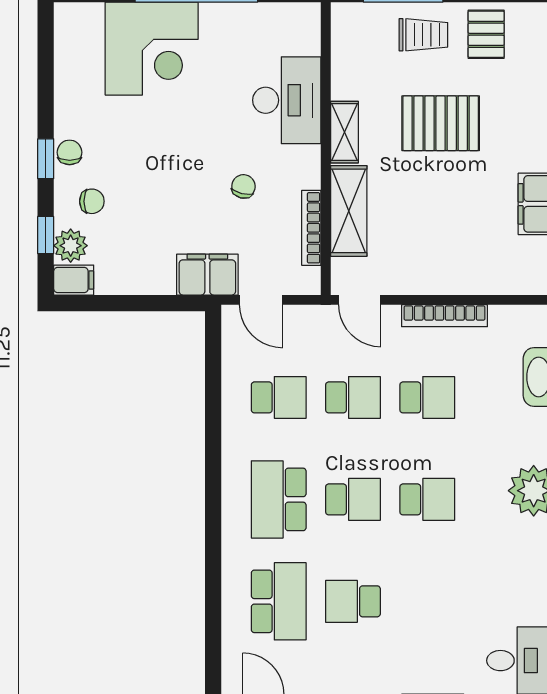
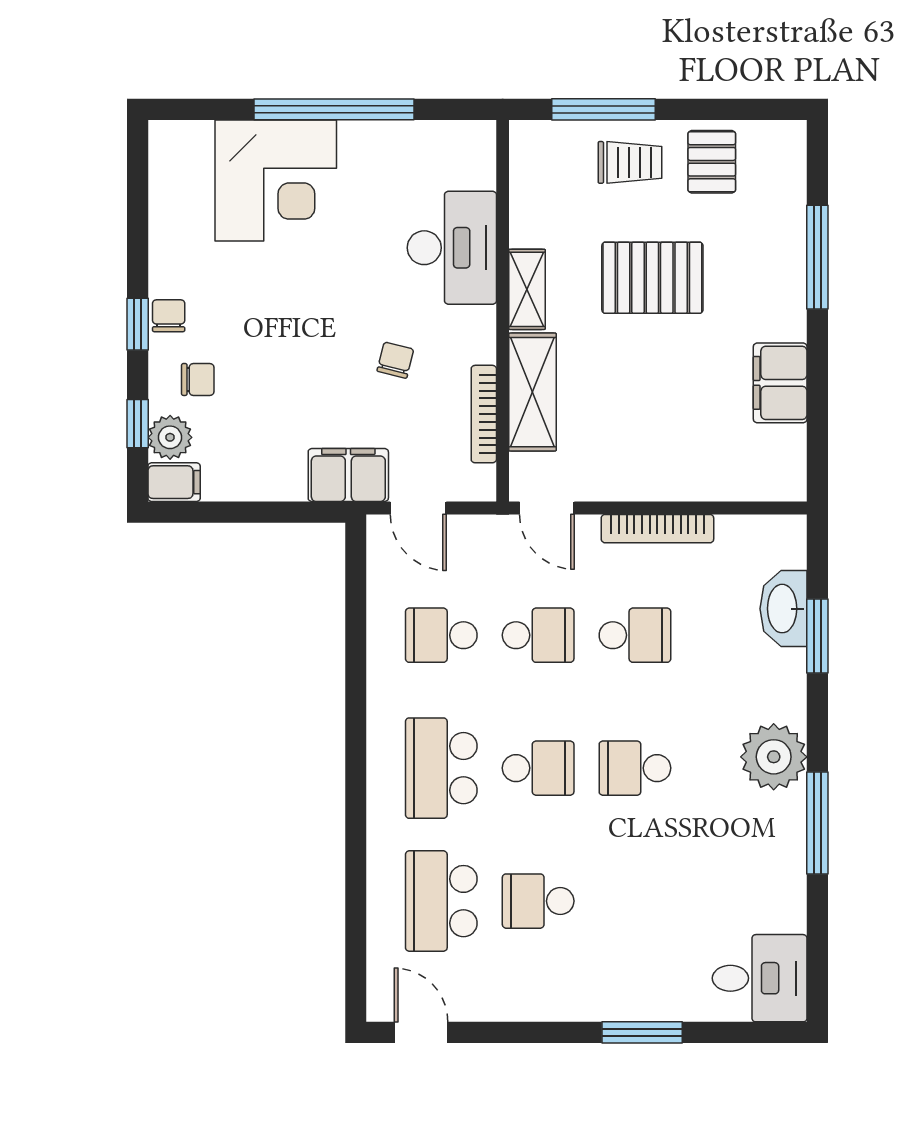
school desk: (279, 397) -> (441, 635), turned 180
school desk: (427, 499) -> (635, 768), turned 180
school desk: (279, 601) -> (441, 901), turned 180

